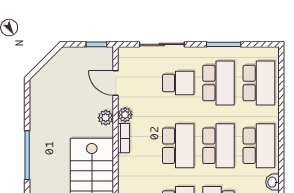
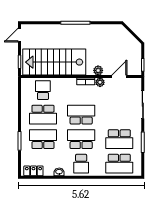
school desk: (178, 83) -> (119, 115), removed
school desk: (178, 146) -> (81, 115), turned 180
school desk: (219, 146) -> (81, 139), turned 180
school desk: (259, 146) -> (81, 164), width x0.54

